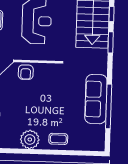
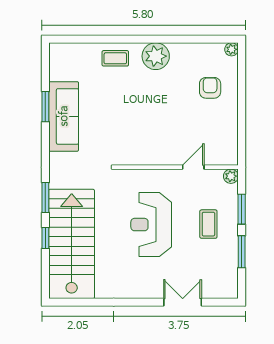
armchair: (26, 72) -> (164, 152), removed
window: (109, 106) -> (45, 107), width x0.47

